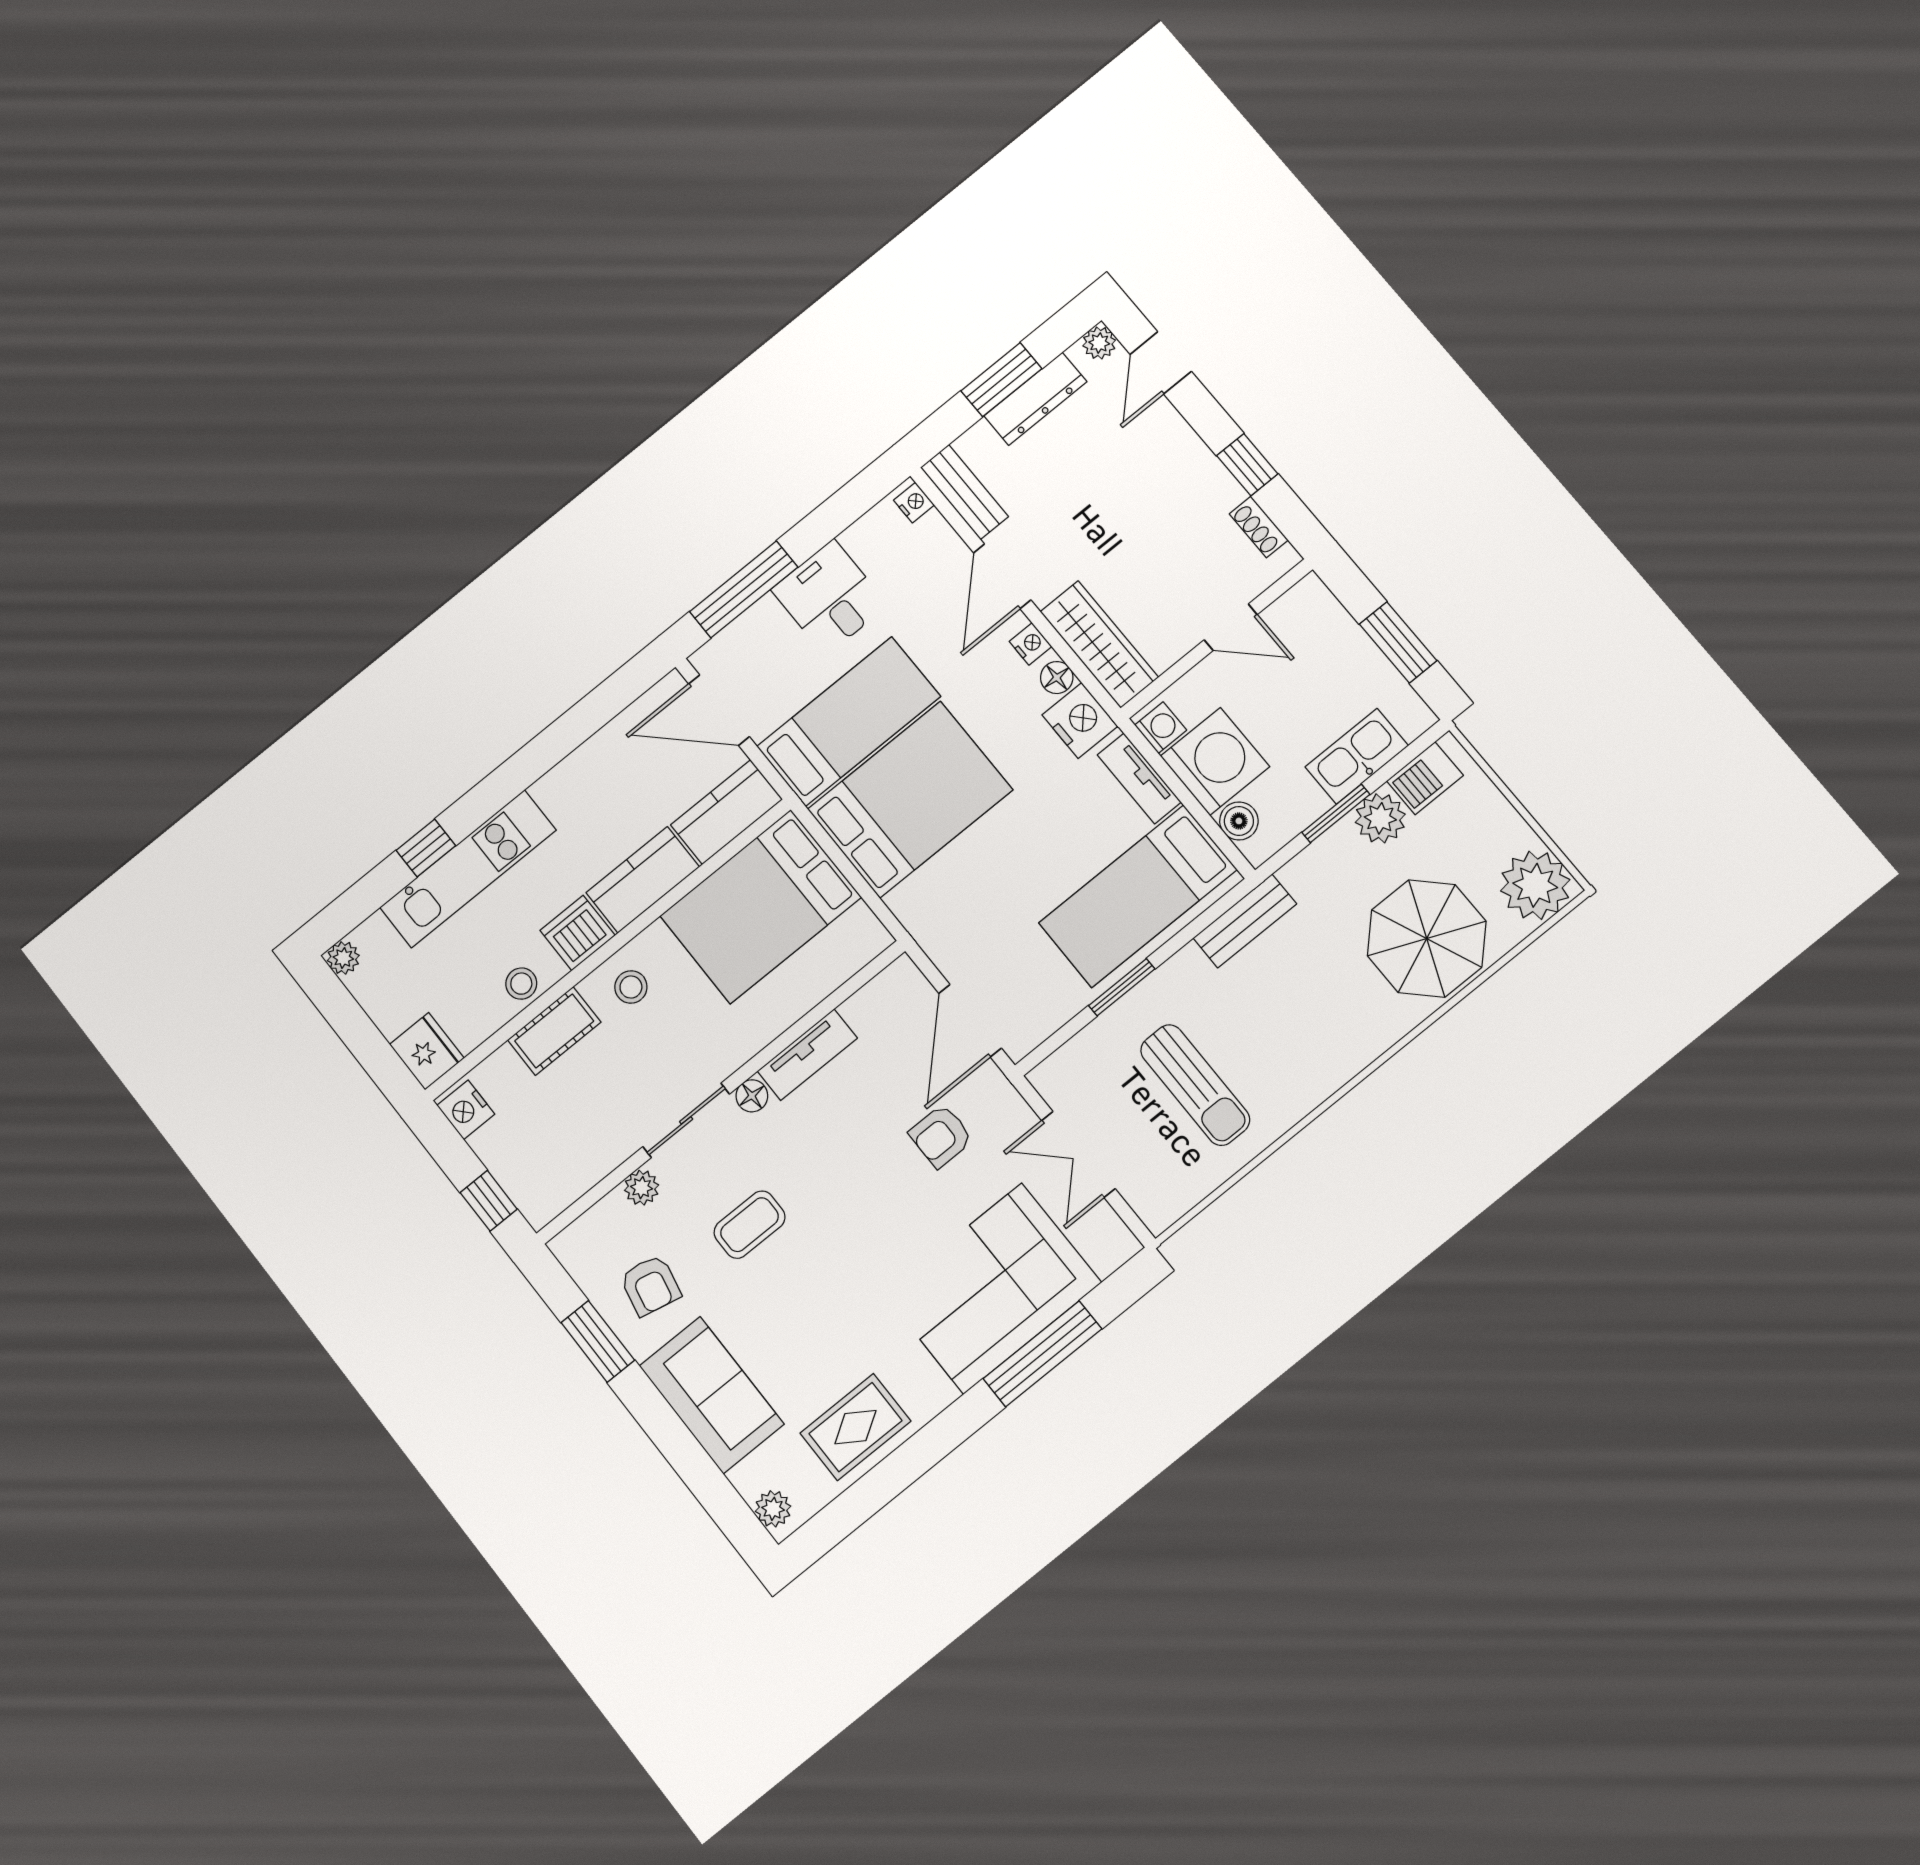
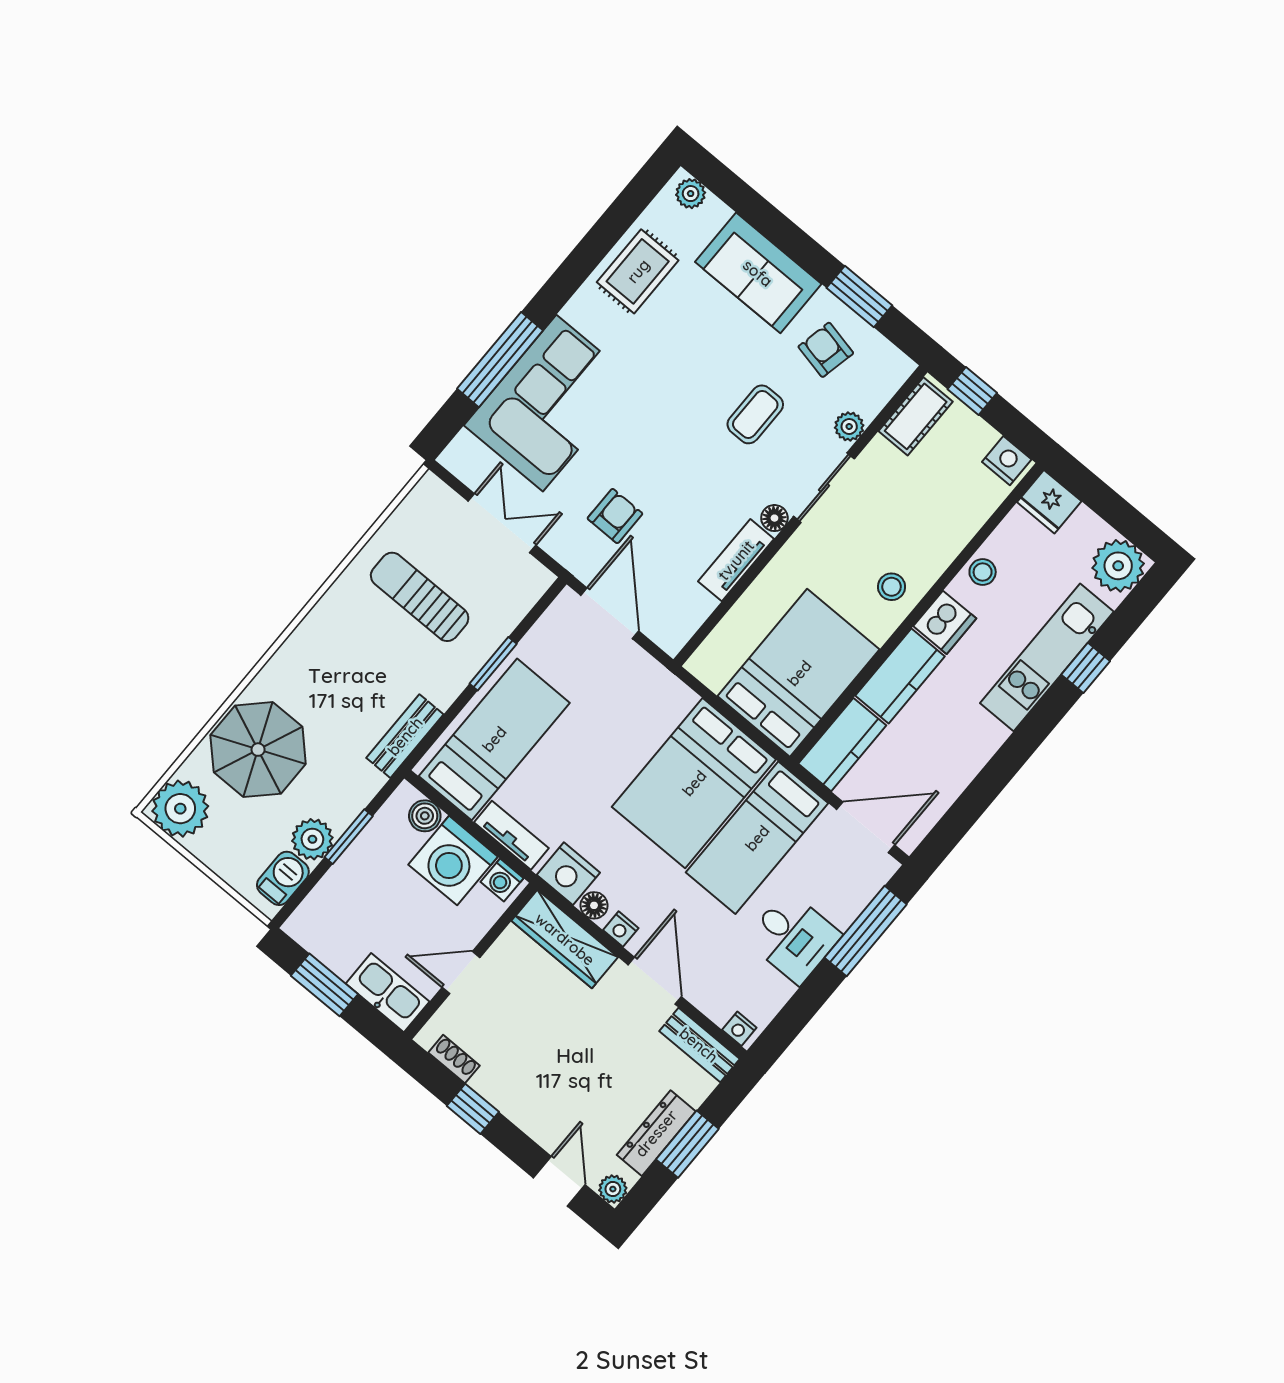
kitchen sink: (1357, 756) -> (388, 993), moved, turned -90
plant: (343, 958) -> (1118, 566), width x1.87, depth x1.87
cot: (554, 1031) -> (916, 416), moved

